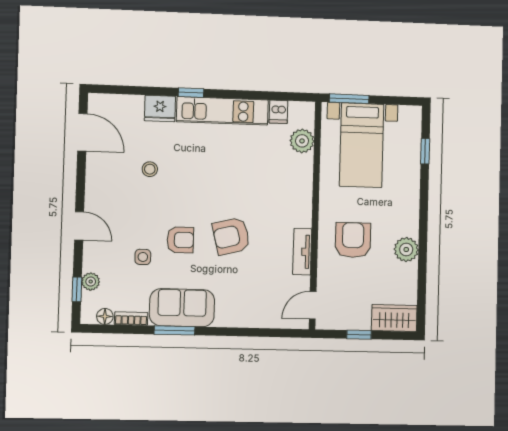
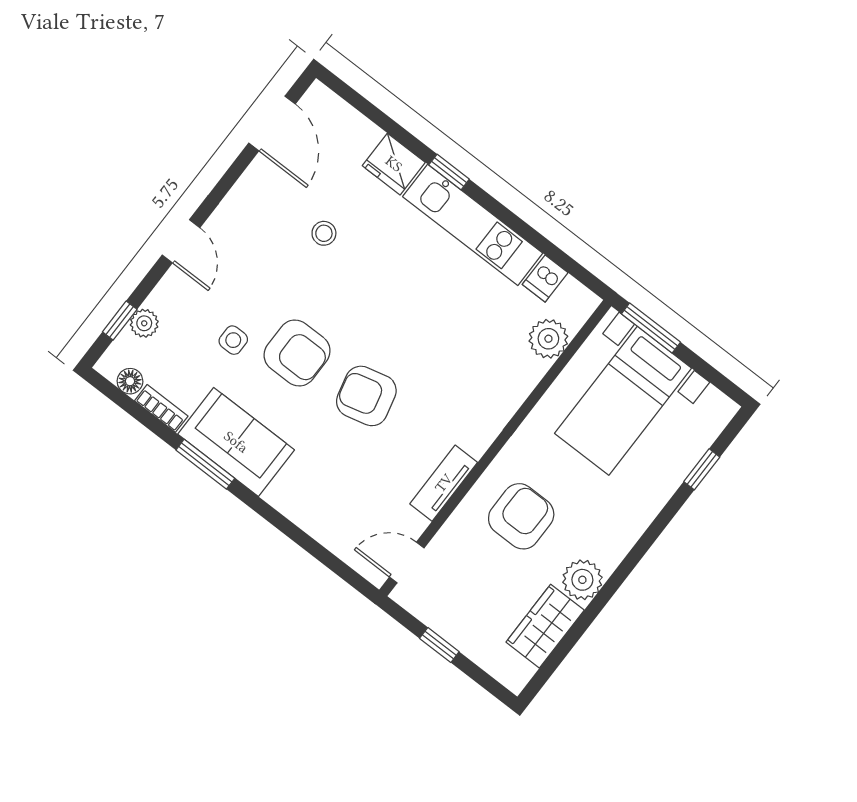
armchair: (180, 240) -> (297, 353), width x1.38, depth x1.38
wardrobe: (394, 318) -> (545, 626), moved, turned -90

